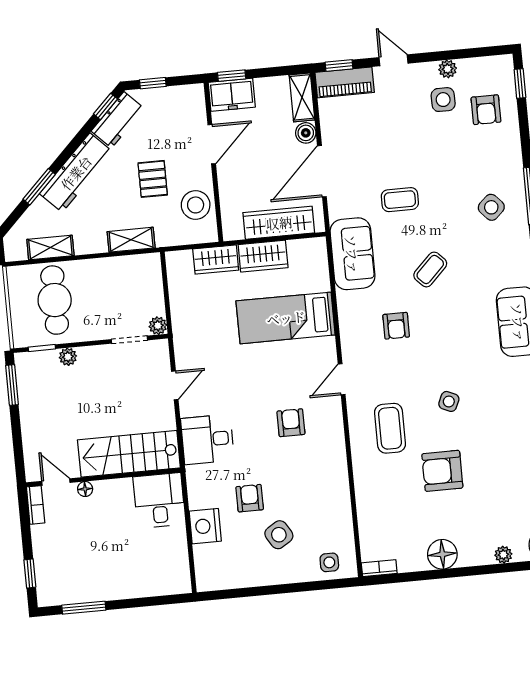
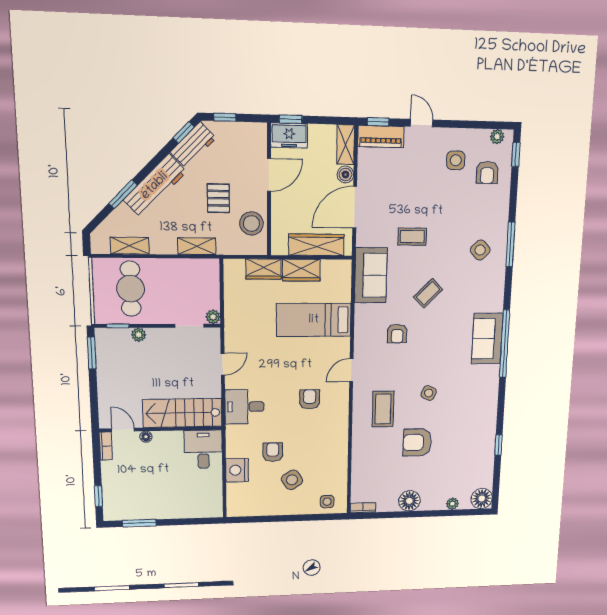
plant: (448, 69) -> (497, 137), moved

